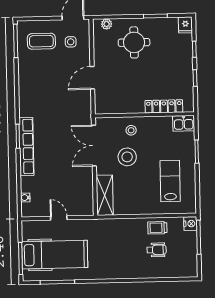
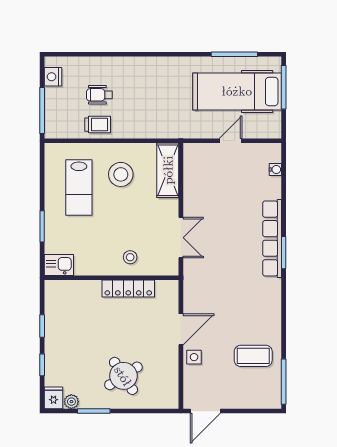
plant: (107, 24) -> (71, 402), moved
coffee table: (41, 41) -> (253, 356), moved
side table: (71, 42) -> (194, 357), moved
round table: (134, 42) -> (123, 376), turned -33
locker: (164, 106) -> (128, 289), moved
double door: (94, 146) -> (181, 238), width x0.73
stool: (127, 157) -> (121, 174), moved
door: (59, 218) -> (231, 141), swing flipped
nightstand: (190, 224) -> (53, 77), moved

